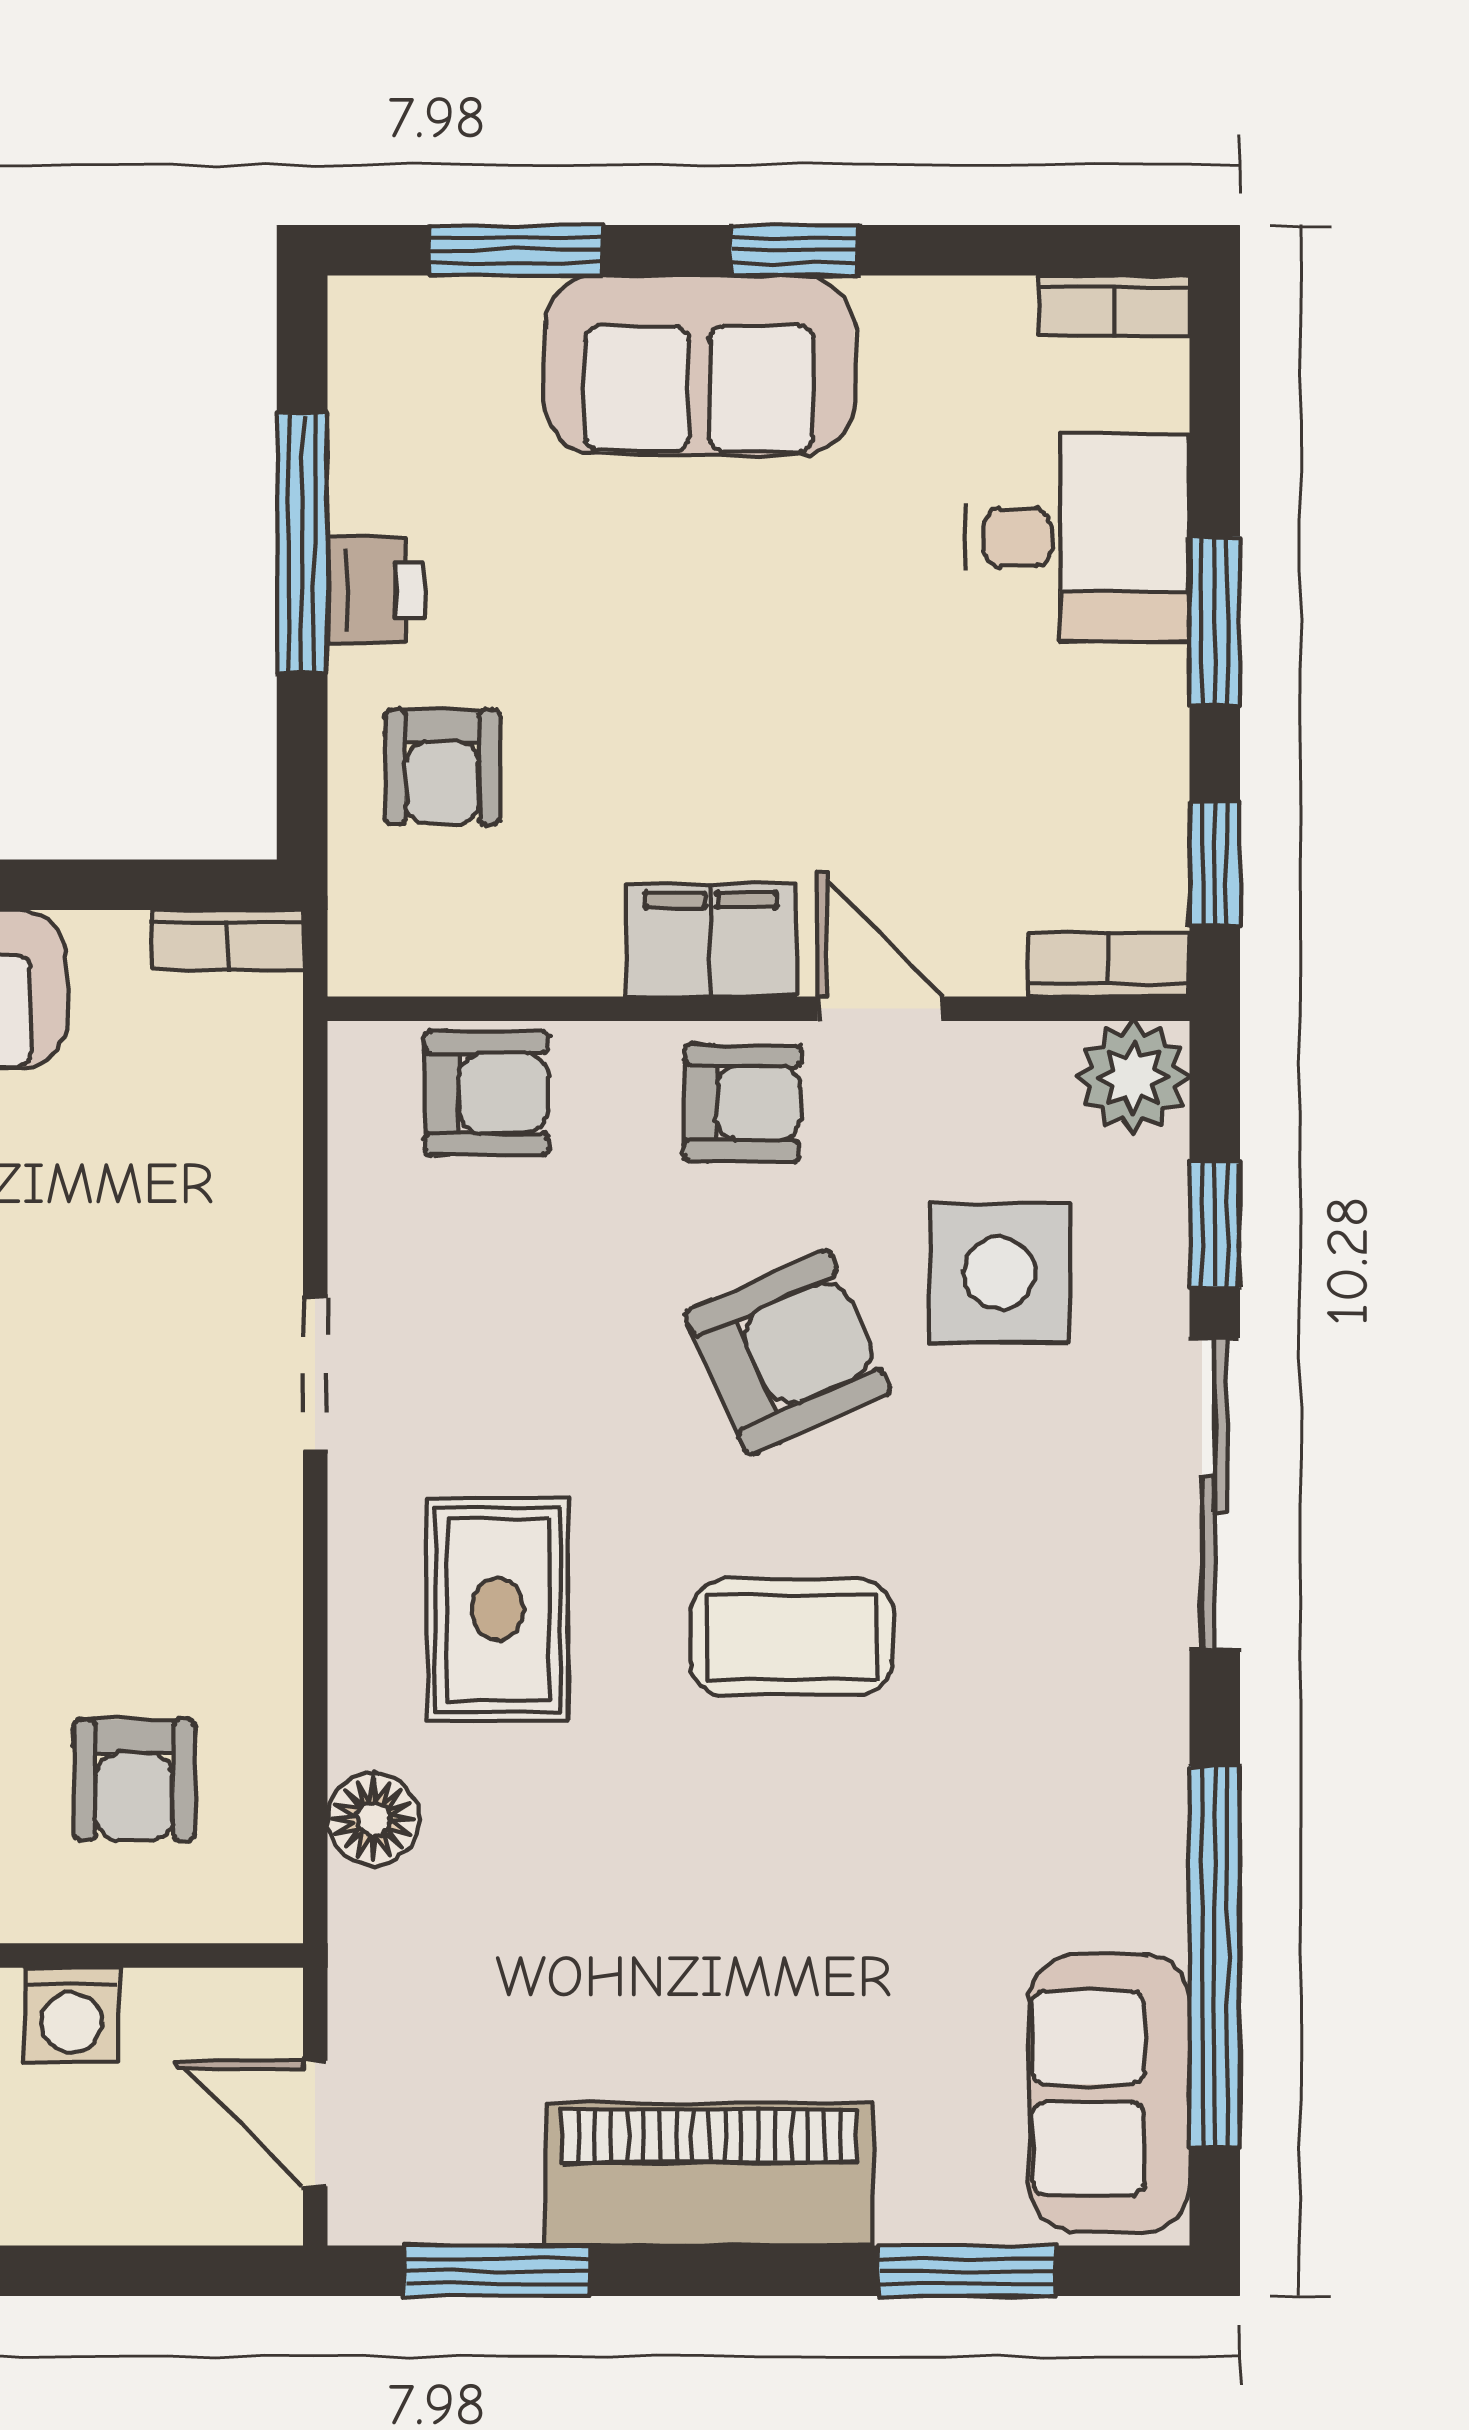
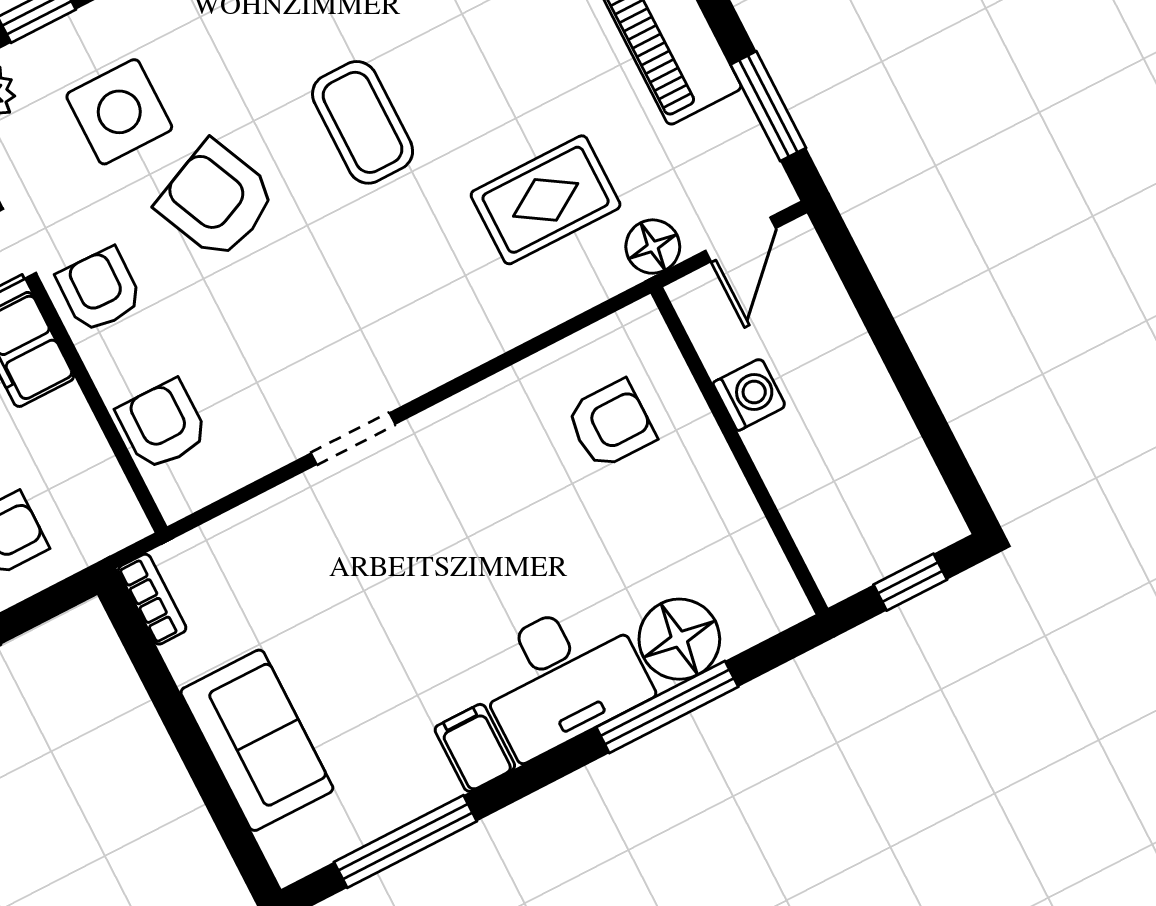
rug: (498, 1609) -> (546, 200), moved
floor lamp: (373, 1819) -> (653, 247), moved

